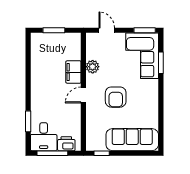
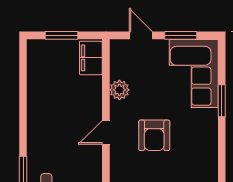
window: (145, 30) -> (181, 35), moved
window: (161, 63) -> (222, 101), moved
filing cabinet: (73, 72) -> (91, 58), moved

